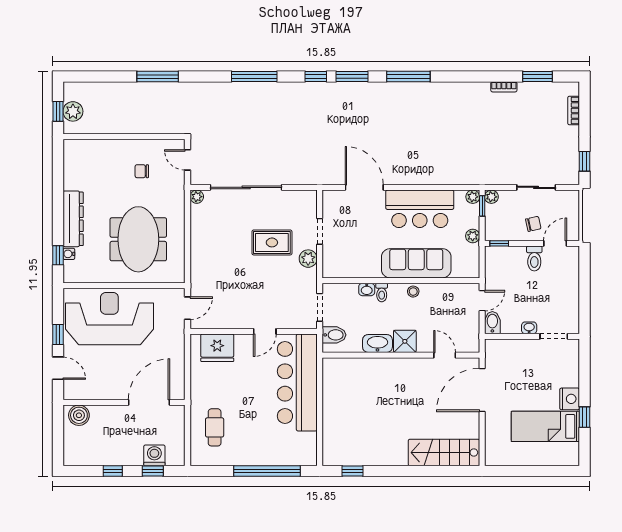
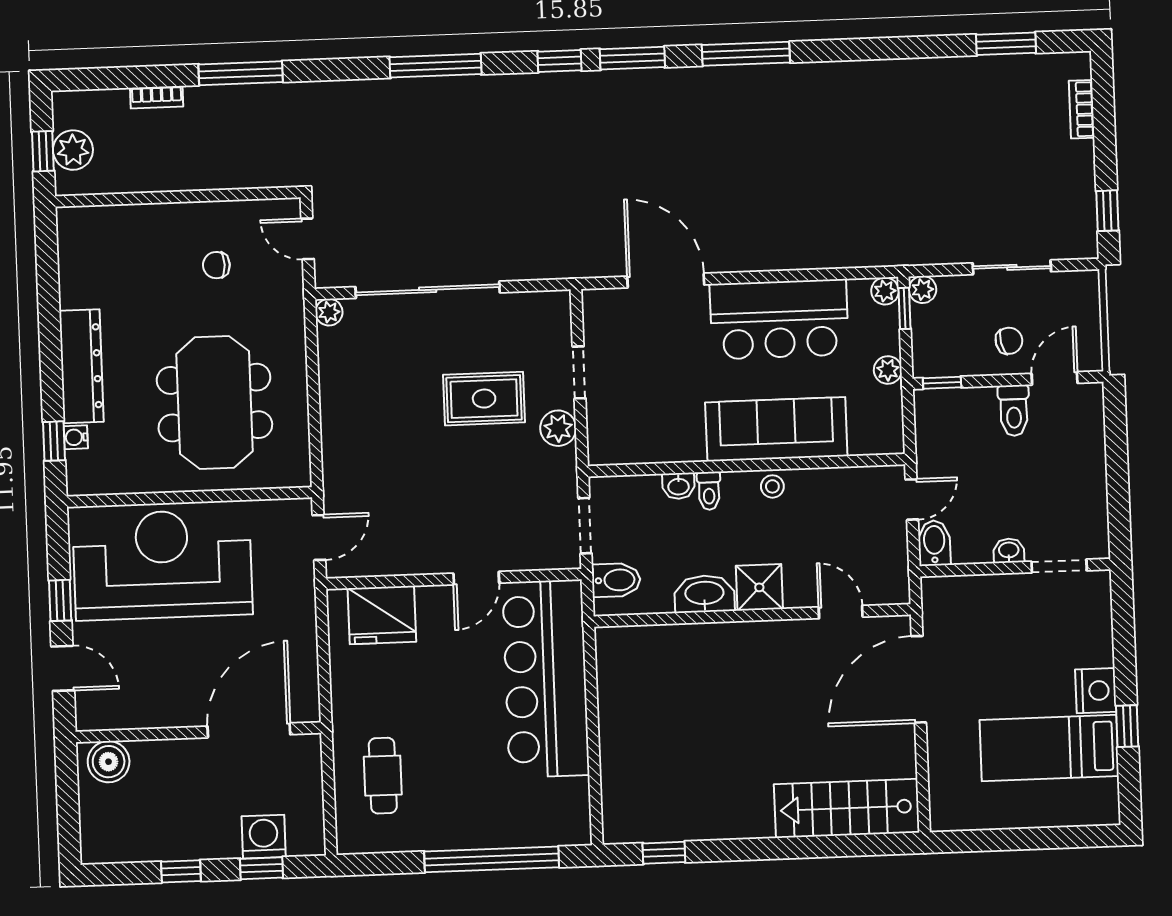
bookcase: (504, 87) -> (157, 97), moved

